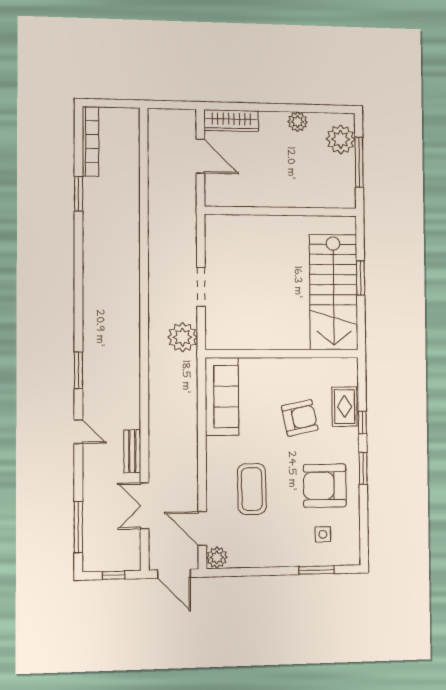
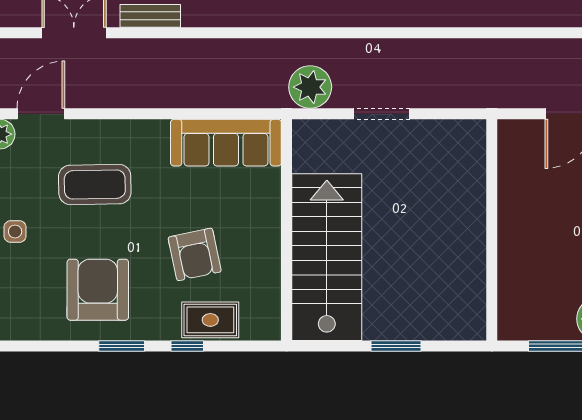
stairs: (334, 292) -> (327, 257), moved, turned 90
side table: (323, 534) -> (15, 232), moved

